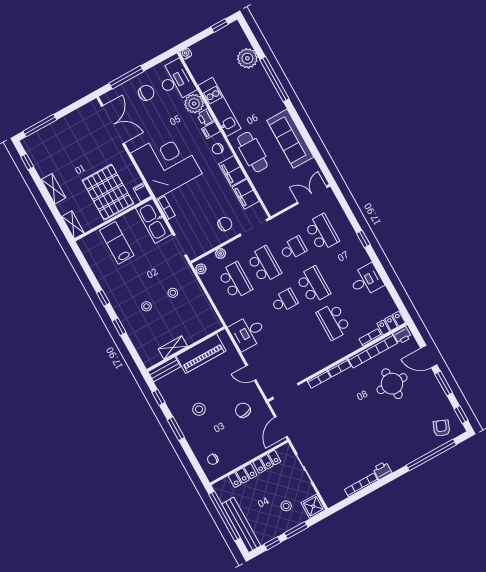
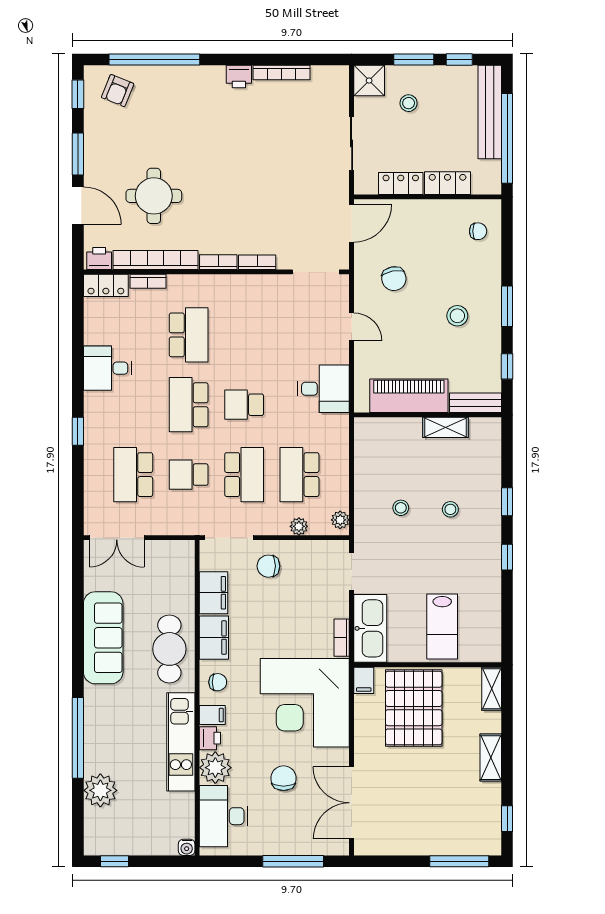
chair: (146, 93) -> (284, 778), moved, turned 90
school desk: (264, 265) -> (244, 475), turned 180

